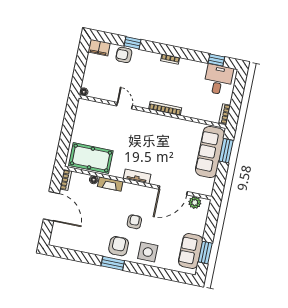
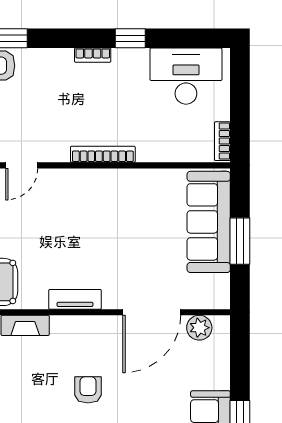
window: (216, 60) -> (130, 38), moved
desk: (218, 80) -> (186, 76), width x1.37
door: (125, 106) -> (22, 165), swing flipped
window: (226, 151) -> (240, 241), moved

